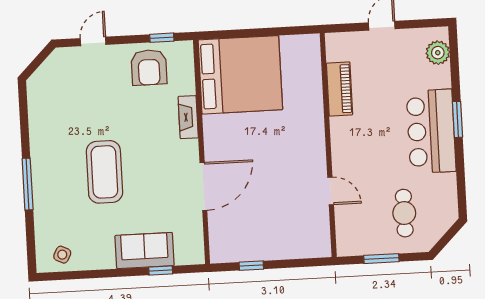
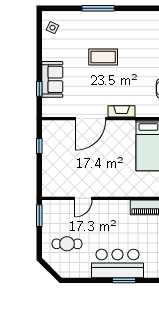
fireplace: (188, 117) -> (122, 111), moved
coffee table: (104, 172) -> (103, 57), width x0.73, depth x0.76
door: (203, 187) -> (91, 119), hinge flipped
window: (381, 259) -> (39, 216), moved

